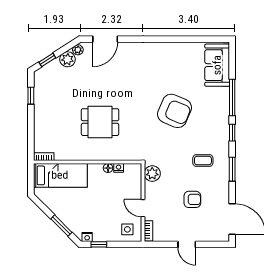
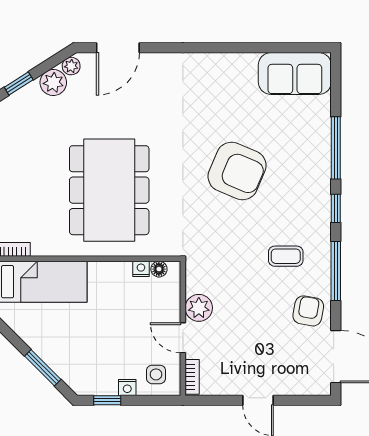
sofa: (217, 65) -> (295, 74), moved, turned -90
dining table: (100, 122) -> (109, 190), width x1.88, depth x1.24
floor lamp: (108, 168) -> (159, 269), moved
window: (232, 169) -> (336, 271), width x1.44
plant: (152, 174) -> (199, 308), moved
armchair: (192, 199) -> (308, 311), moved, turned -80
nightstand: (87, 237) -> (127, 387), moved

